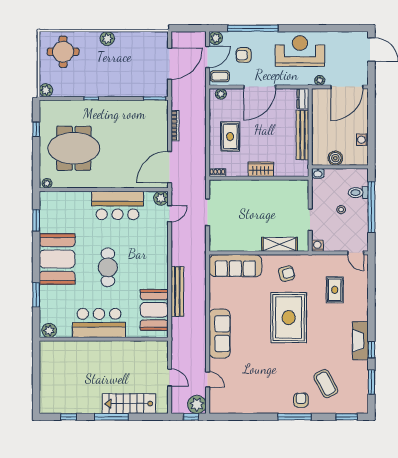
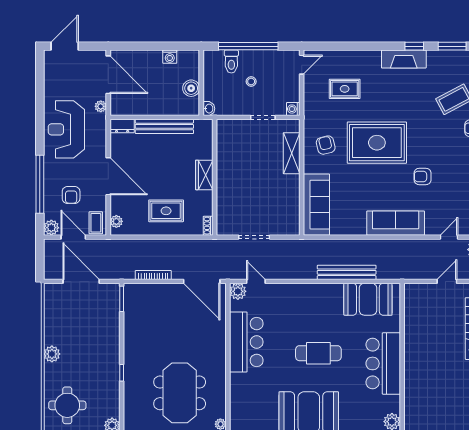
armchair: (260, 357) -> (423, 176), added

